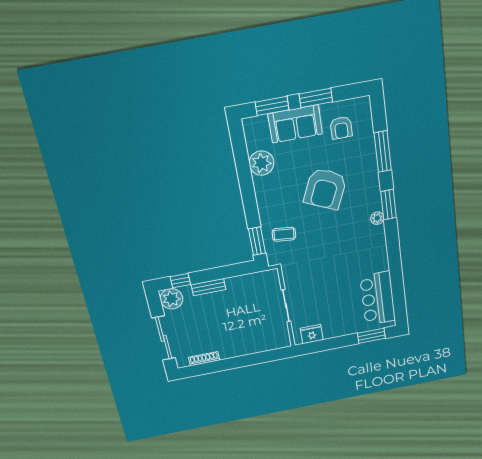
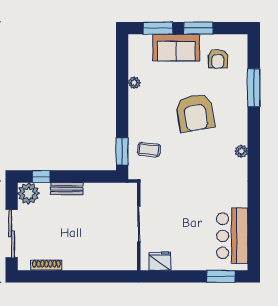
plant: (261, 163) -> (134, 83), width x0.53, depth x0.53
armchair: (325, 189) -> (195, 113), turned -34
window: (388, 205) -> (254, 140), removed

